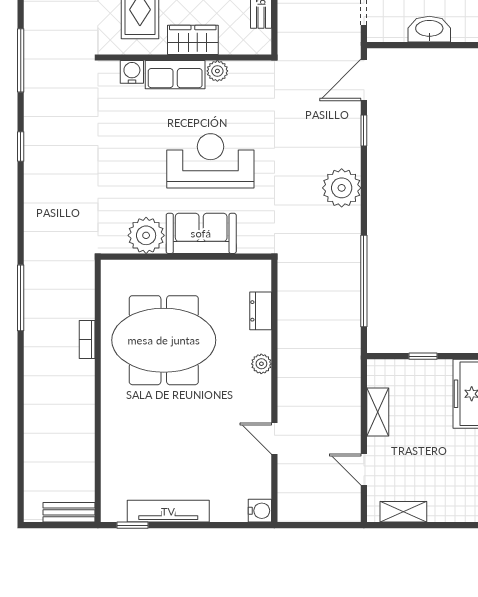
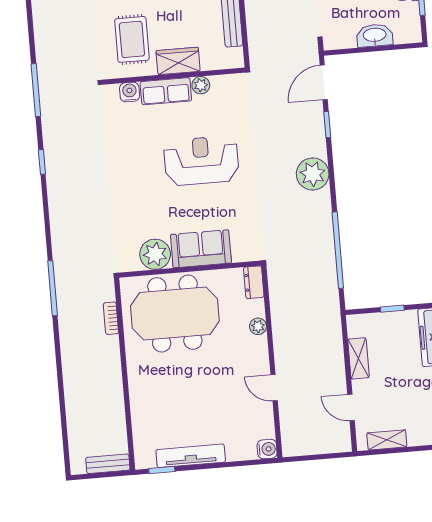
sofa: (201, 233) -> (201, 249), moved
plant: (146, 235) -> (155, 254), moved
wall: (186, 257) -> (190, 269), moved

